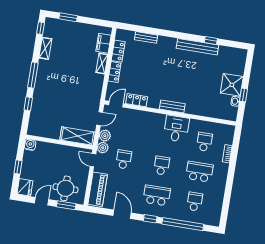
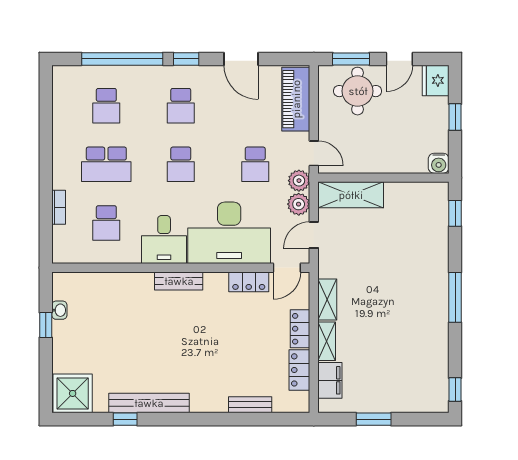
window: (68, 17) -> (374, 419), moved
shelving: (45, 48) -> (327, 300), moved
shower: (232, 85) -> (73, 393), moved
window: (28, 104) -> (455, 213), moved
desk: (143, 127) -> (229, 233), added
school desk: (157, 195) -> (181, 106), width x0.54

